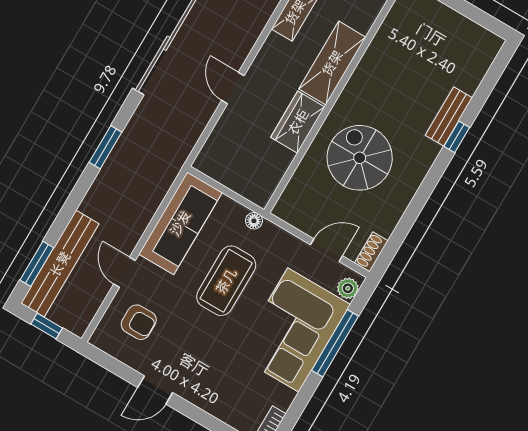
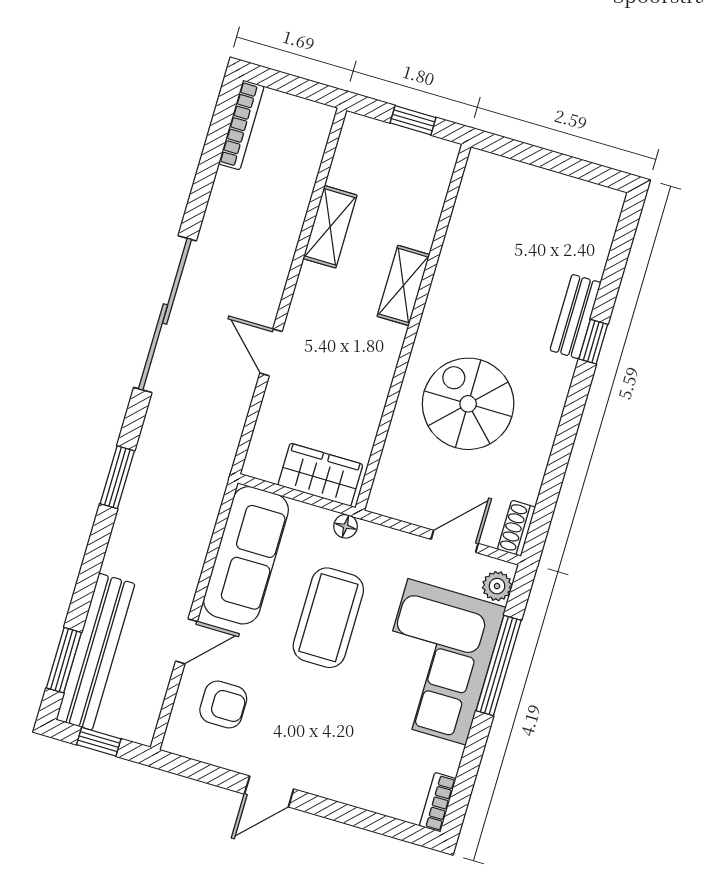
shelving: (332, 63) -> (403, 285), width x0.67, depth x0.75
wardrobe: (298, 122) -> (320, 475), moved, turned 90
door: (124, 272) -> (186, 641), swing flipped

